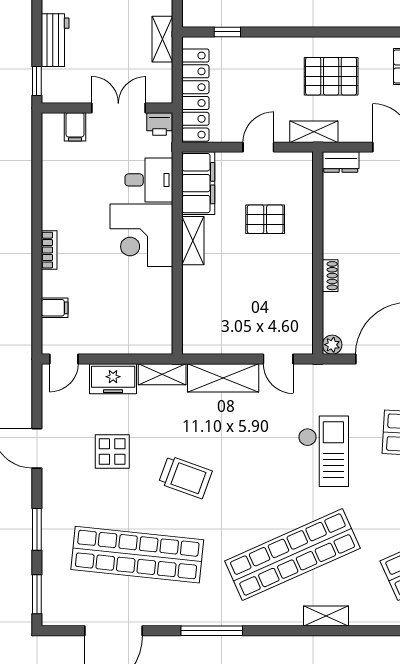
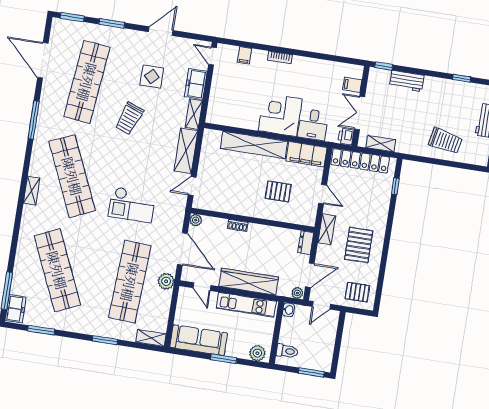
shelving: (162, 39) -> (381, 144), moved
double door: (118, 108) -> (360, 113), swing flipped
pallet: (265, 219) -> (278, 191), turned 90
shelving: (193, 241) -> (254, 145), width x2.20, depth x1.33

